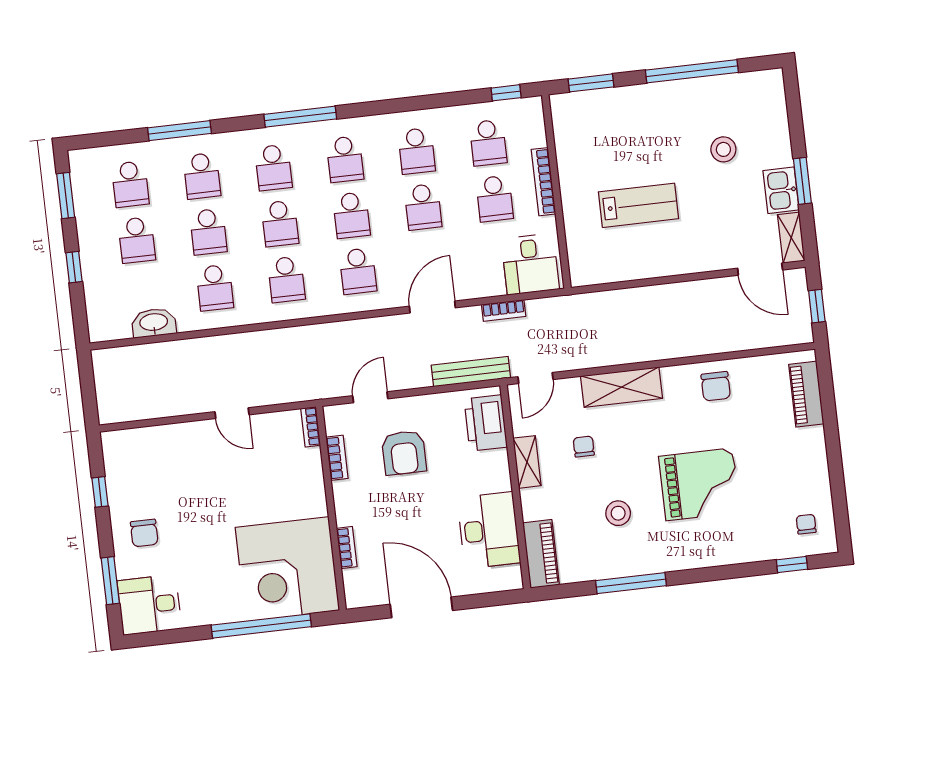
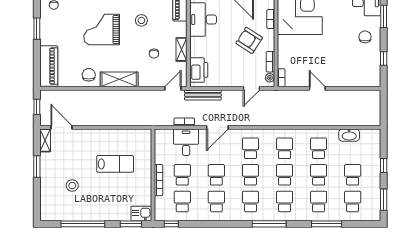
kitchen sink: (781, 190) -> (141, 213), moved, turned -90
lab bench: (639, 205) -> (115, 164), turned 180
desk: (530, 264) -> (186, 142), moved
shelving: (622, 387) -> (119, 79), moved
piano: (806, 394) -> (49, 66), width x1.37, depth x1.33
plant: (334, 424) -> (270, 78), added
armchair: (404, 453) -> (249, 40), moved, turned -57
window: (836, 471) -> (37, 29), added

